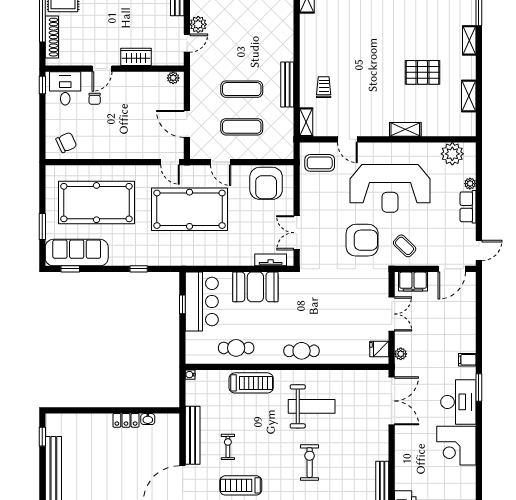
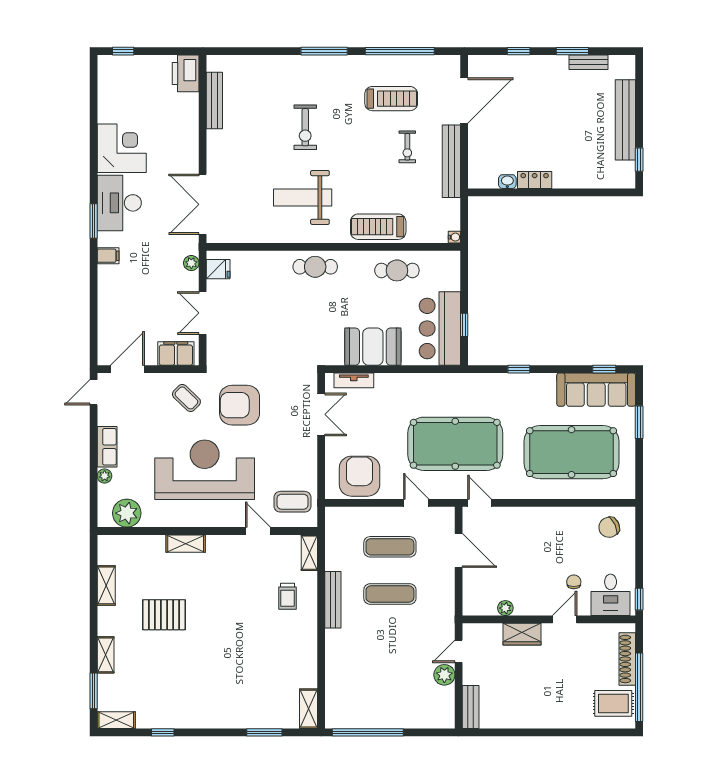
plant: (173, 78) -> (505, 608), moved

